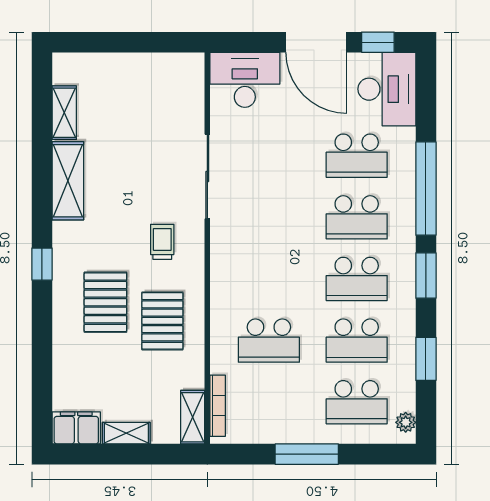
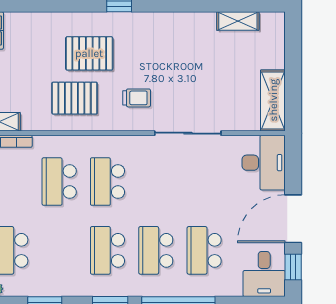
desk: (387, 89) -> (264, 274), width x0.73
shelving: (68, 181) -> (273, 100), moved, turned 90
school desk: (357, 341) -> (107, 182), moved

